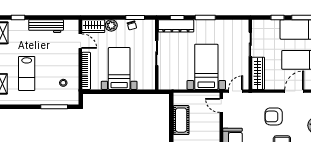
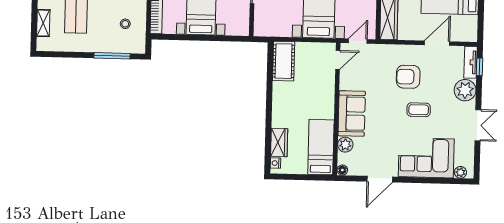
door: (221, 105) -> (338, 60), swing flipped
cot: (181, 120) -> (284, 61), moved

